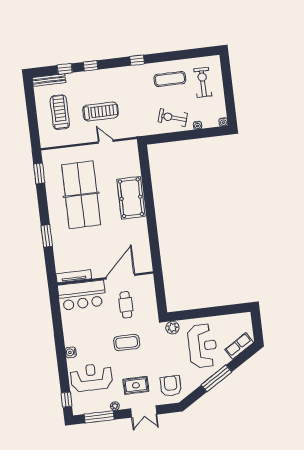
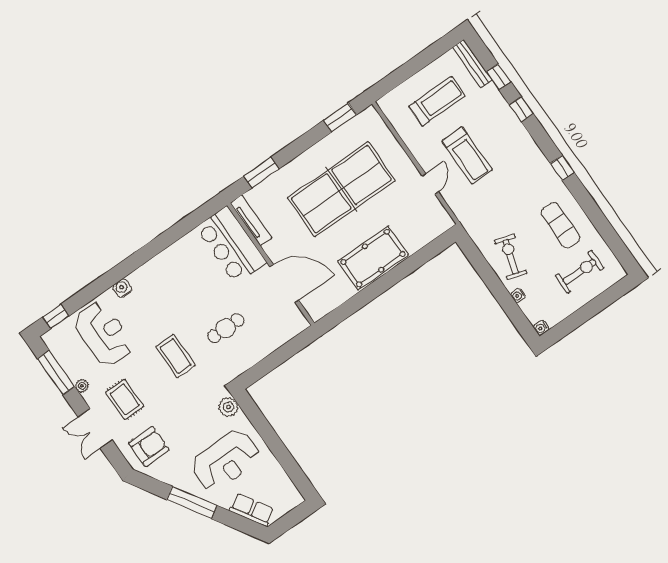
tv unit: (74, 276) -> (251, 220), moved
door: (120, 276) -> (284, 283), moved
wall: (105, 278) -> (271, 264), moved
bar counter: (82, 295) -> (231, 245), moved

